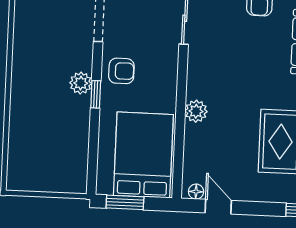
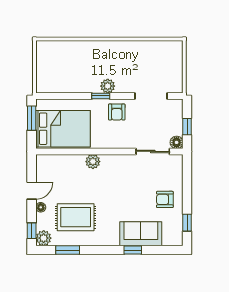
floor lamp: (196, 192) -> (41, 207), moved
door: (218, 207) -> (32, 191), moved

